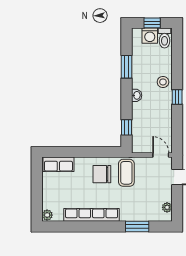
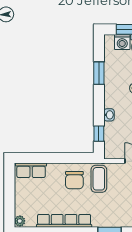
washbasin: (137, 95) -> (109, 115), moved
chair: (102, 174) -> (74, 180), turned -90

